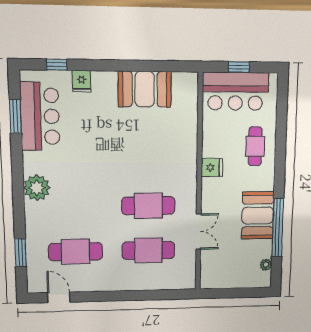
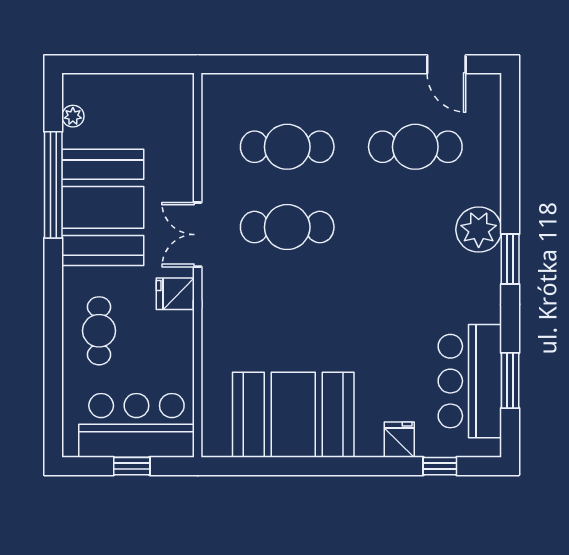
booth: (145, 89) -> (293, 415), width x1.36, depth x1.42
plant: (37, 188) -> (479, 230), moved
booth: (258, 215) -> (103, 207), width x1.36, depth x1.42
double door: (199, 231) -> (198, 235), moved
window: (20, 253) -> (510, 259), moved

